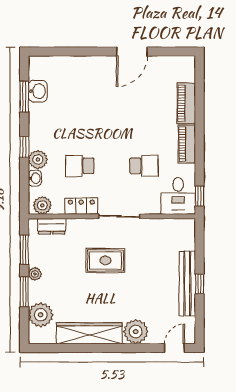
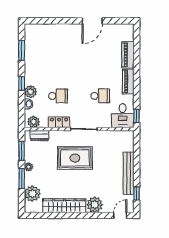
washbasin: (38, 91) -> (30, 47), removed
school desk: (80, 166) -> (58, 96), turned 180
rug: (105, 261) -> (75, 158), width x1.36, depth x1.43
window: (200, 284) -> (137, 194), moved

